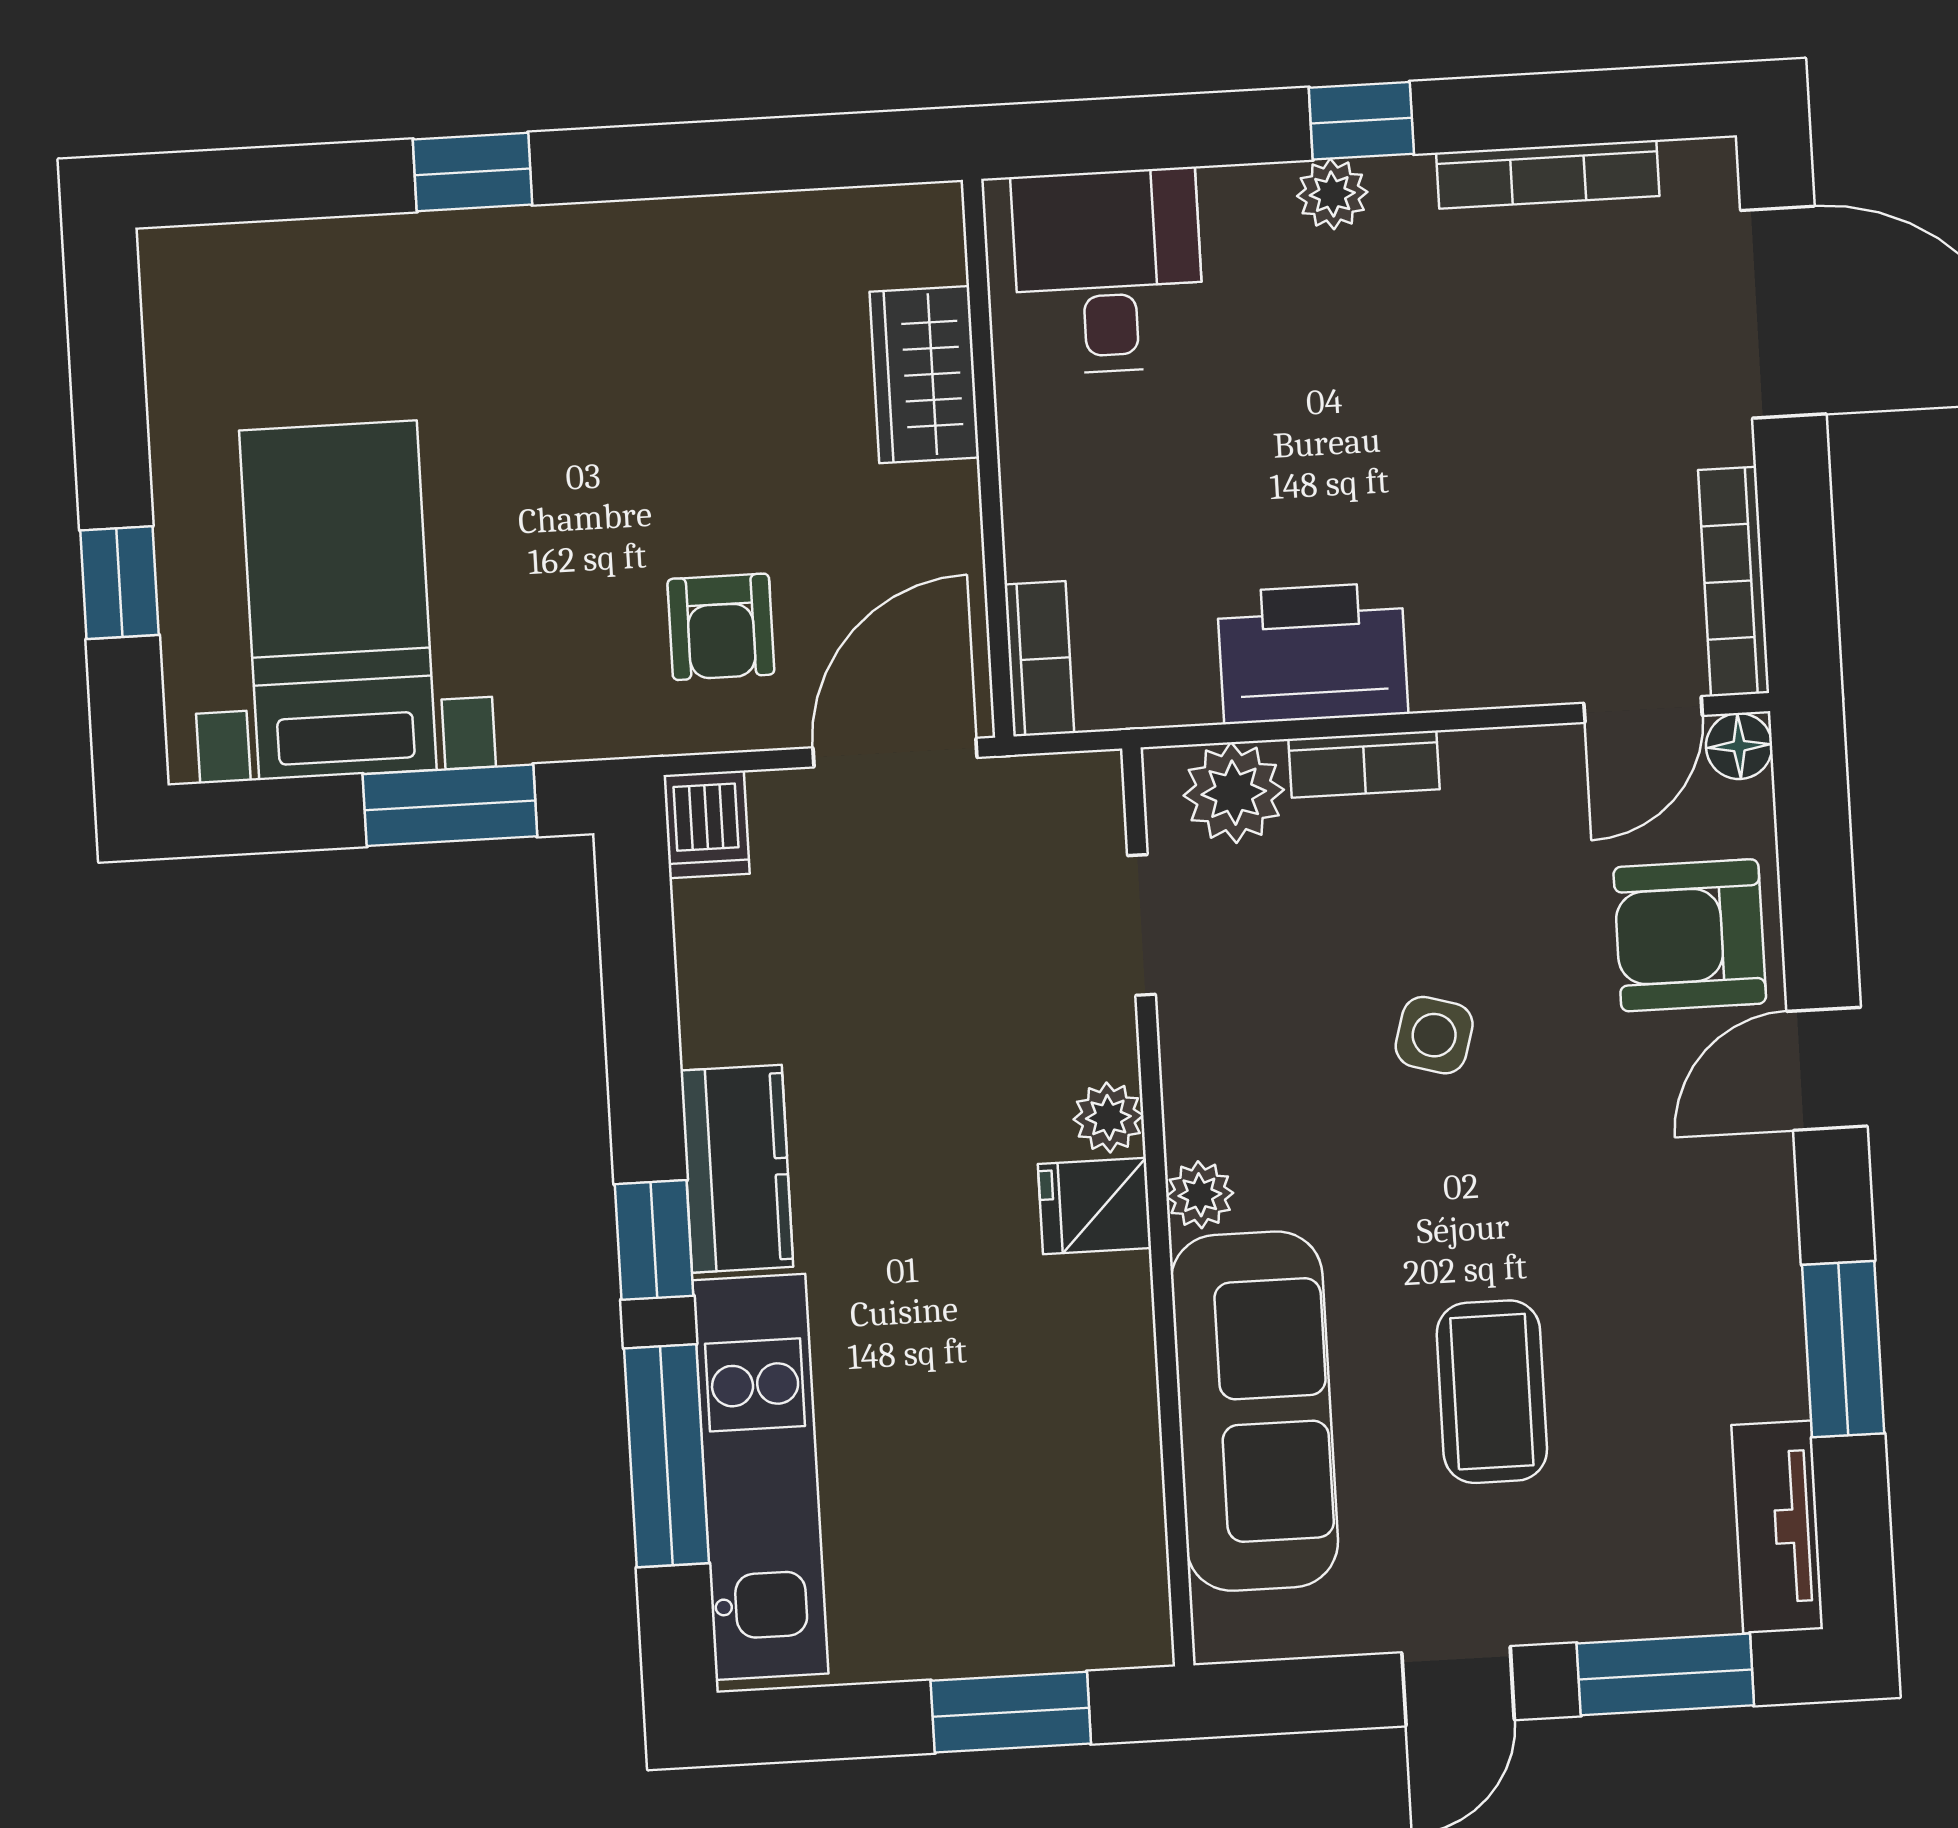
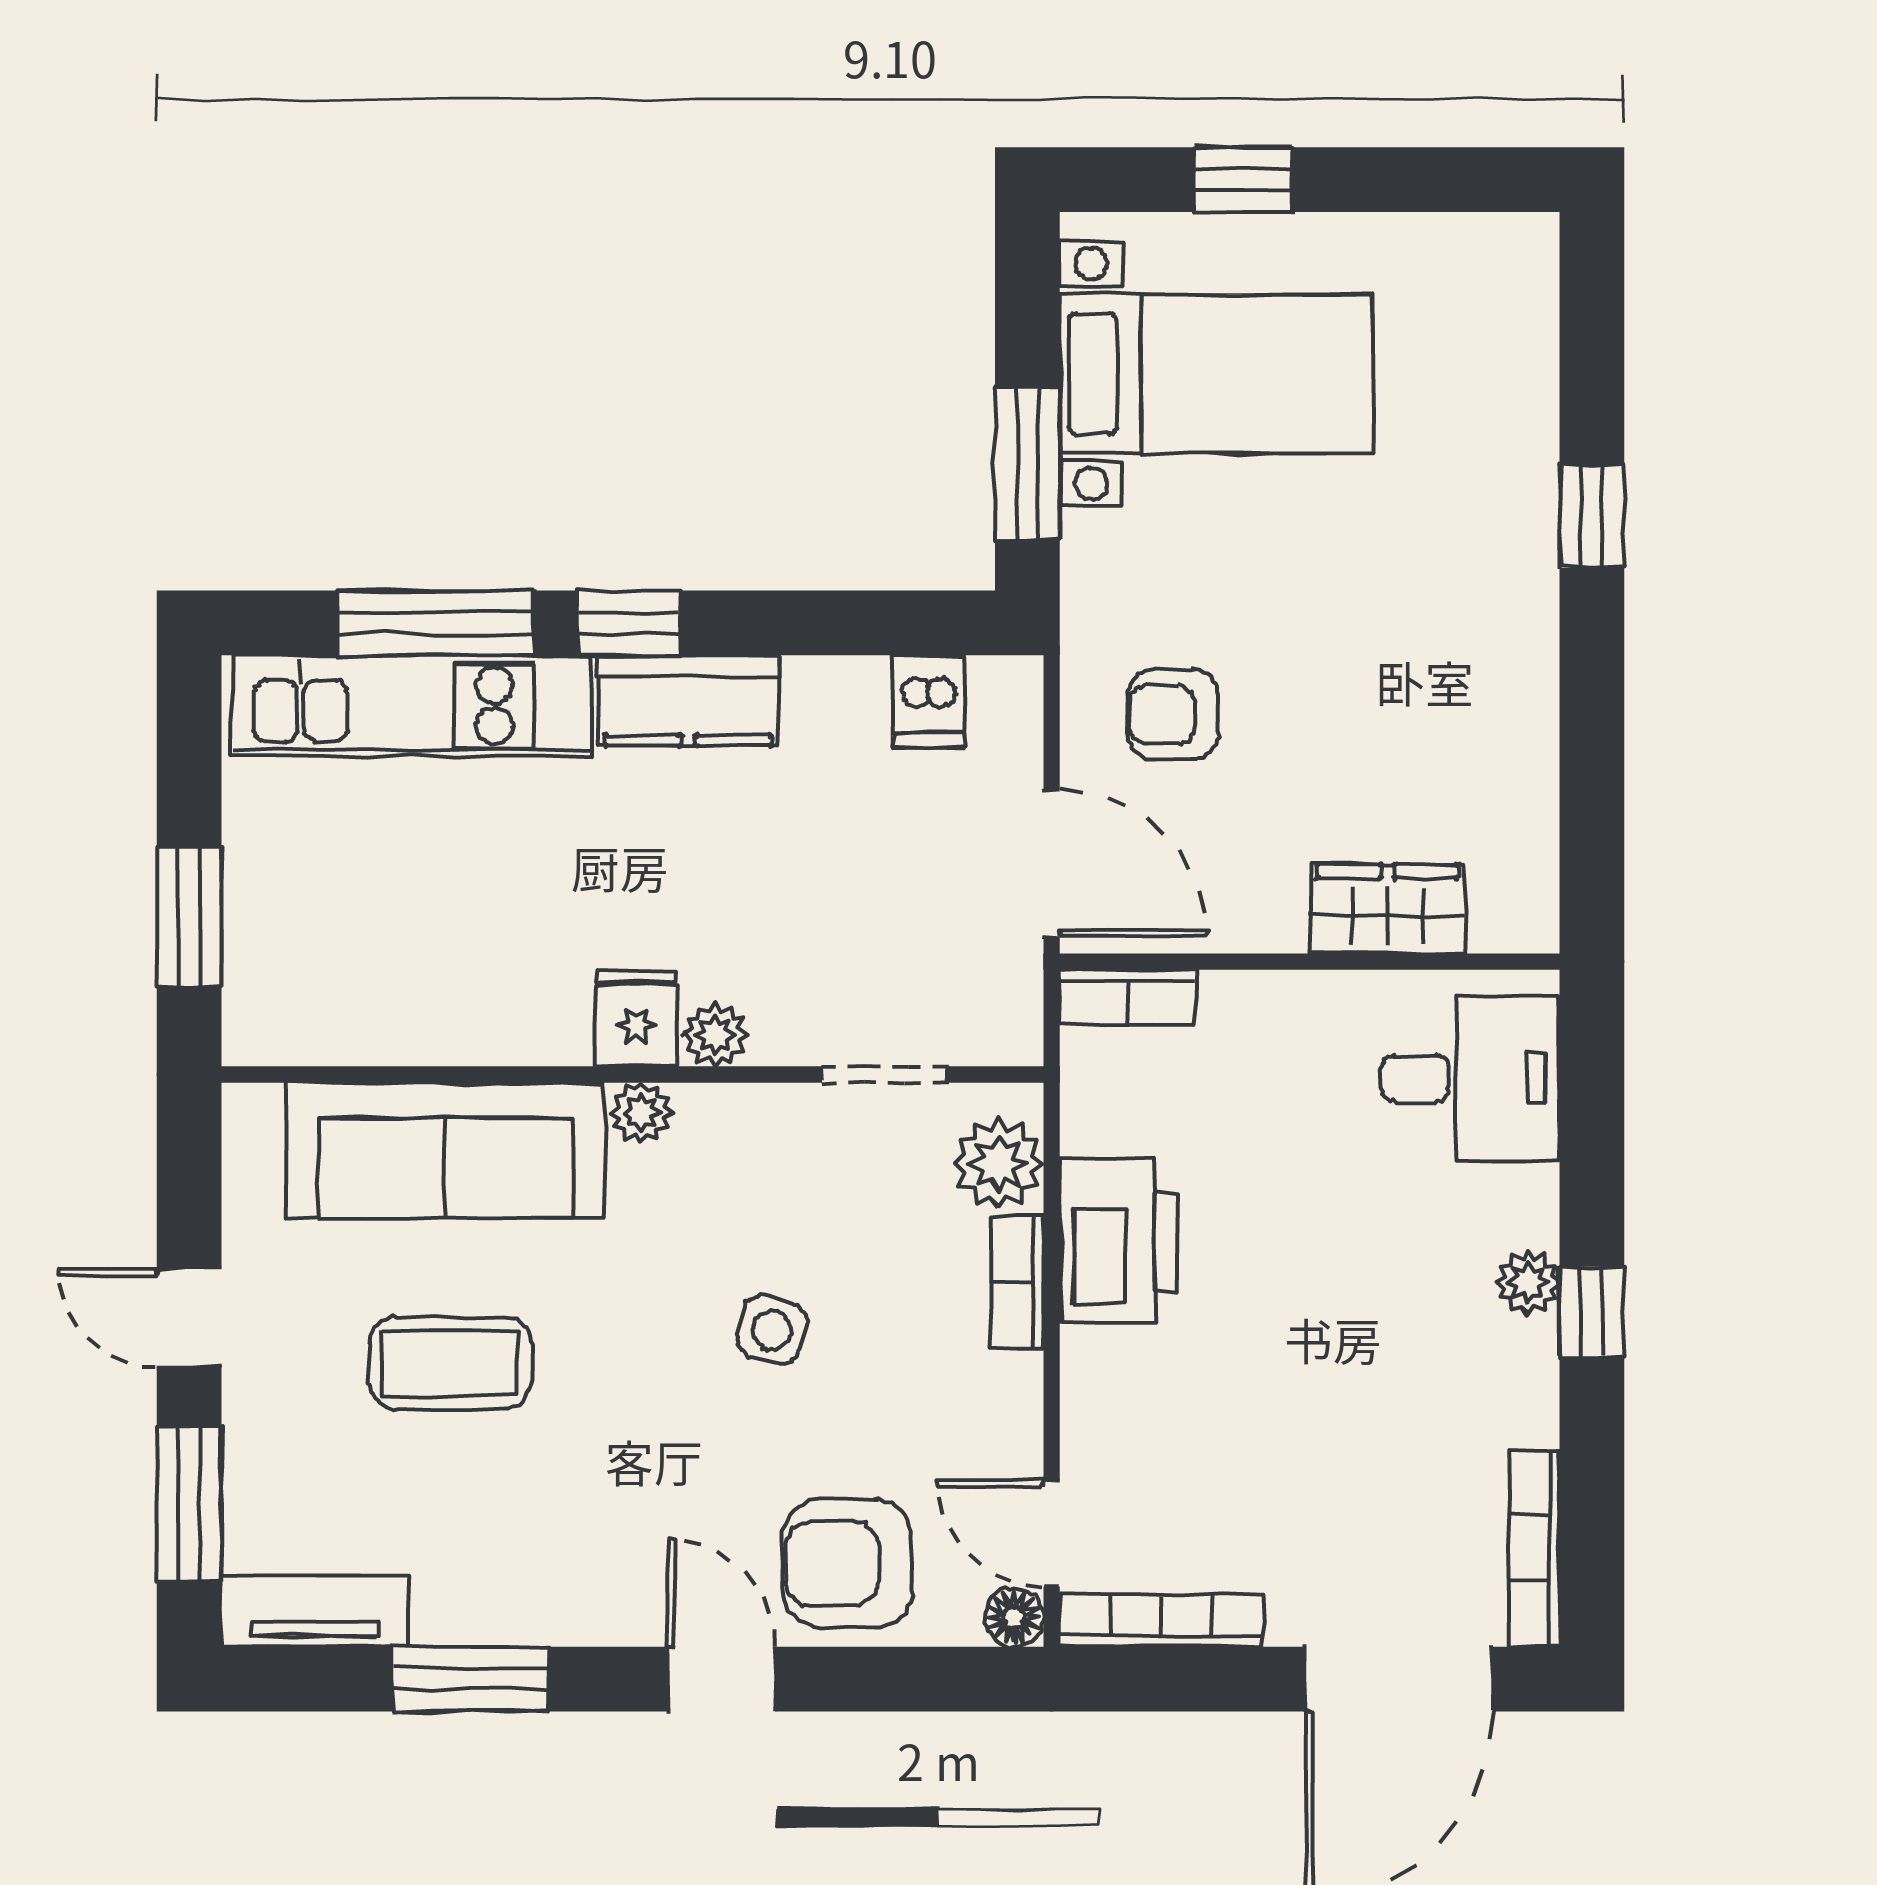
bookcase: (1548, 174) -> (1534, 1548), moved
dishwasher: (706, 824) -> (929, 702), moved, turned -90
armchair: (1690, 935) -> (848, 1563), turned -90

